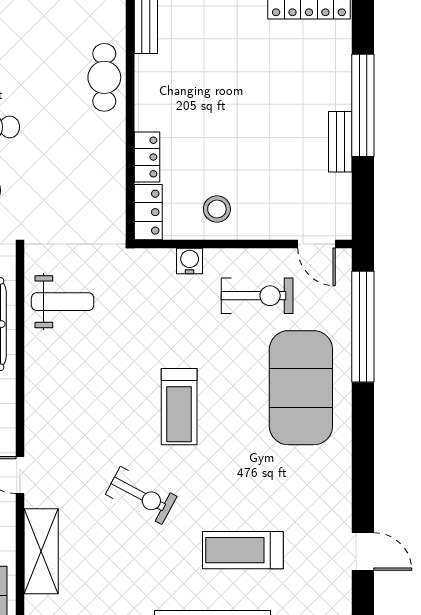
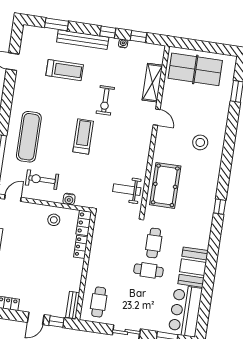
cafe table: (104, 77) -> (99, 302), moved
door: (316, 244) -> (13, 198), hinge flipped
exercise mat: (301, 388) -> (29, 137), width x0.68
exercise bike: (141, 495) -> (105, 100), turned -118

